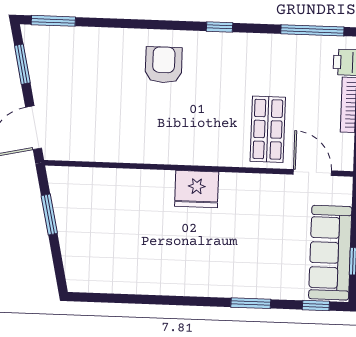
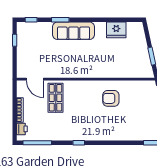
armchair: (164, 65) -> (111, 98), moved, turned 90
fridge: (197, 189) -> (116, 30), moved, turned 180
sofa: (330, 253) -> (73, 31), moved, turned 90

